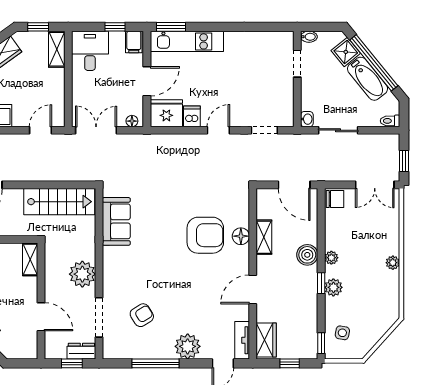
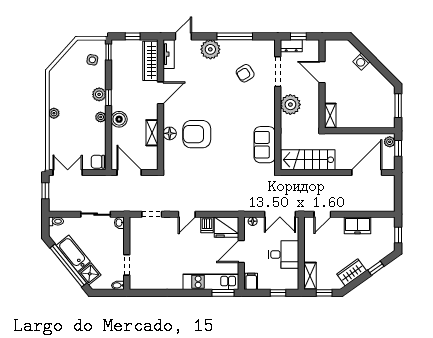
window: (115, 27) -> (278, 293), moved
desk: (90, 51) -> (284, 255), moved, turned -90
wardrobe: (266, 340) -> (150, 61), width x1.50

